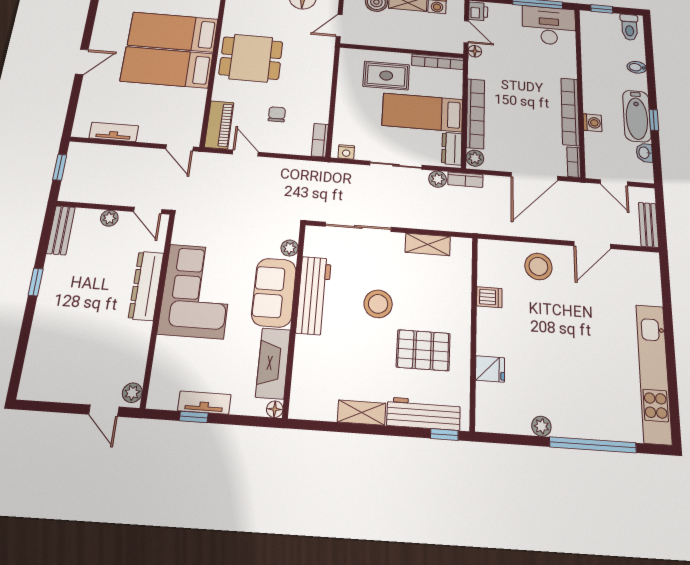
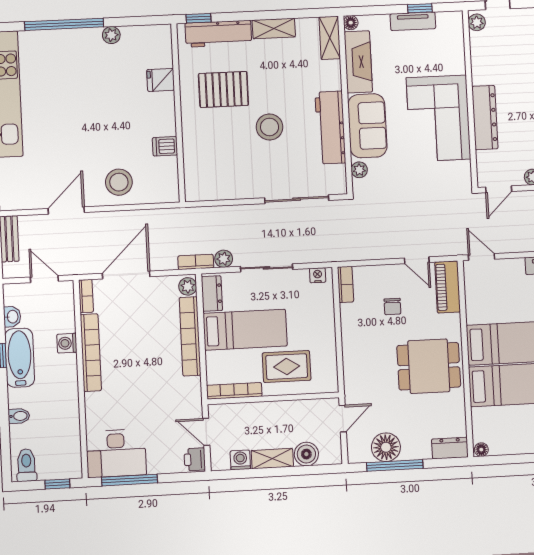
floor lamp: (475, 51) -> (195, 409), removed
door: (148, 210) -> (499, 189), swing flipped
shelving: (428, 244) -> (330, 38), moved, turned 90

